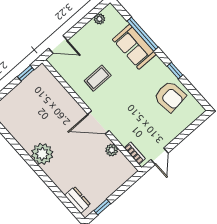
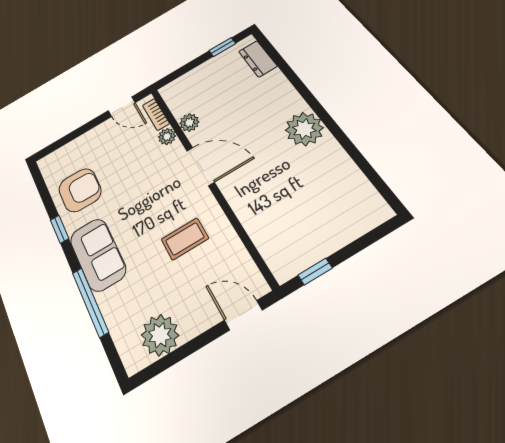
plant: (99, 19) -> (160, 335), width x1.87, depth x1.87
sofa: (134, 47) -> (98, 254), moved
armchair: (170, 96) -> (80, 190), turned 98
plant: (124, 139) -> (167, 136), added
door: (159, 156) -> (122, 107), swing flipped

